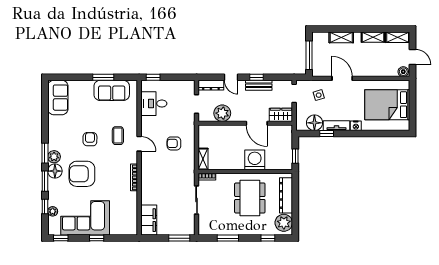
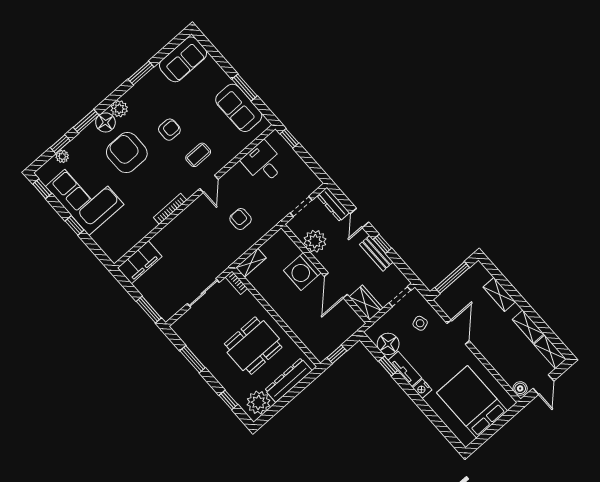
window: (45, 153) -> (141, 73), moved
washing machine: (255, 160) -> (302, 272), moved, turned 180

